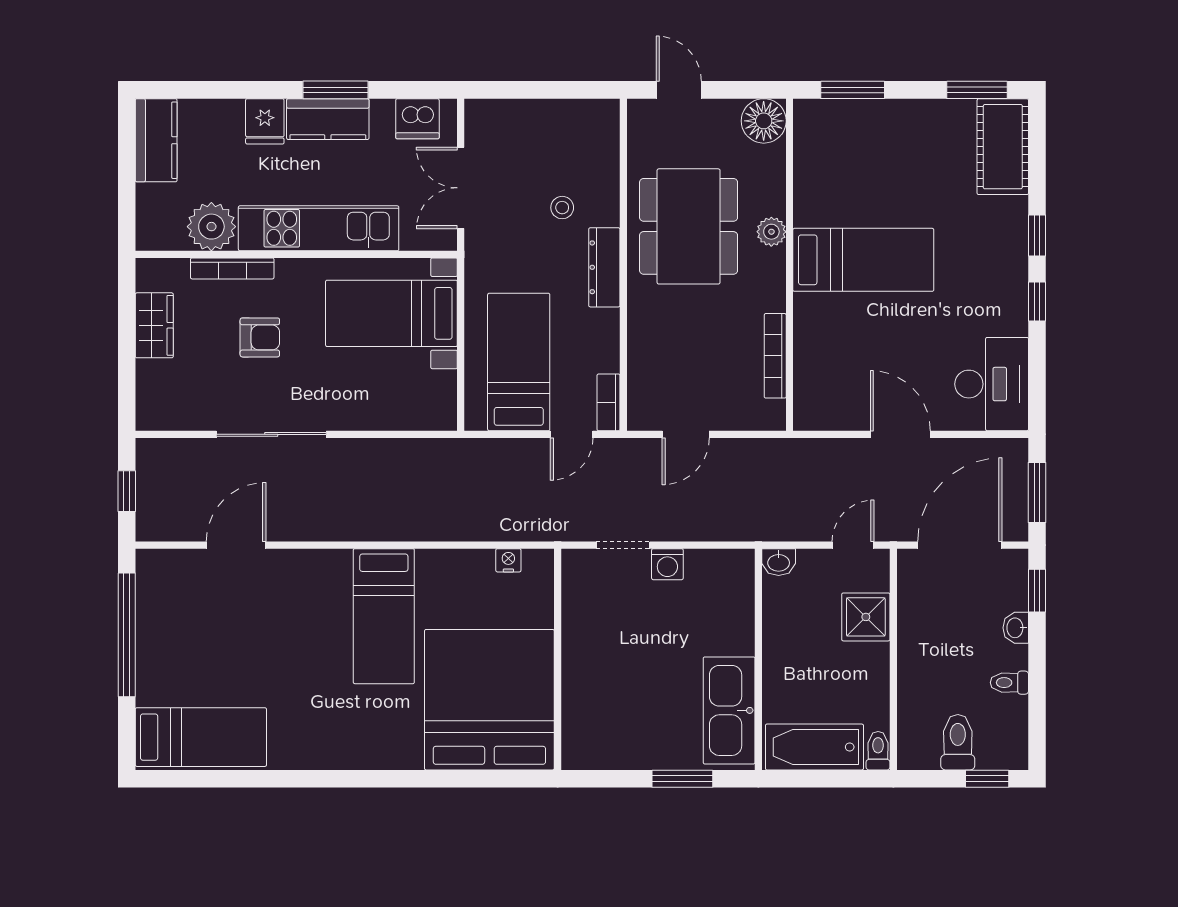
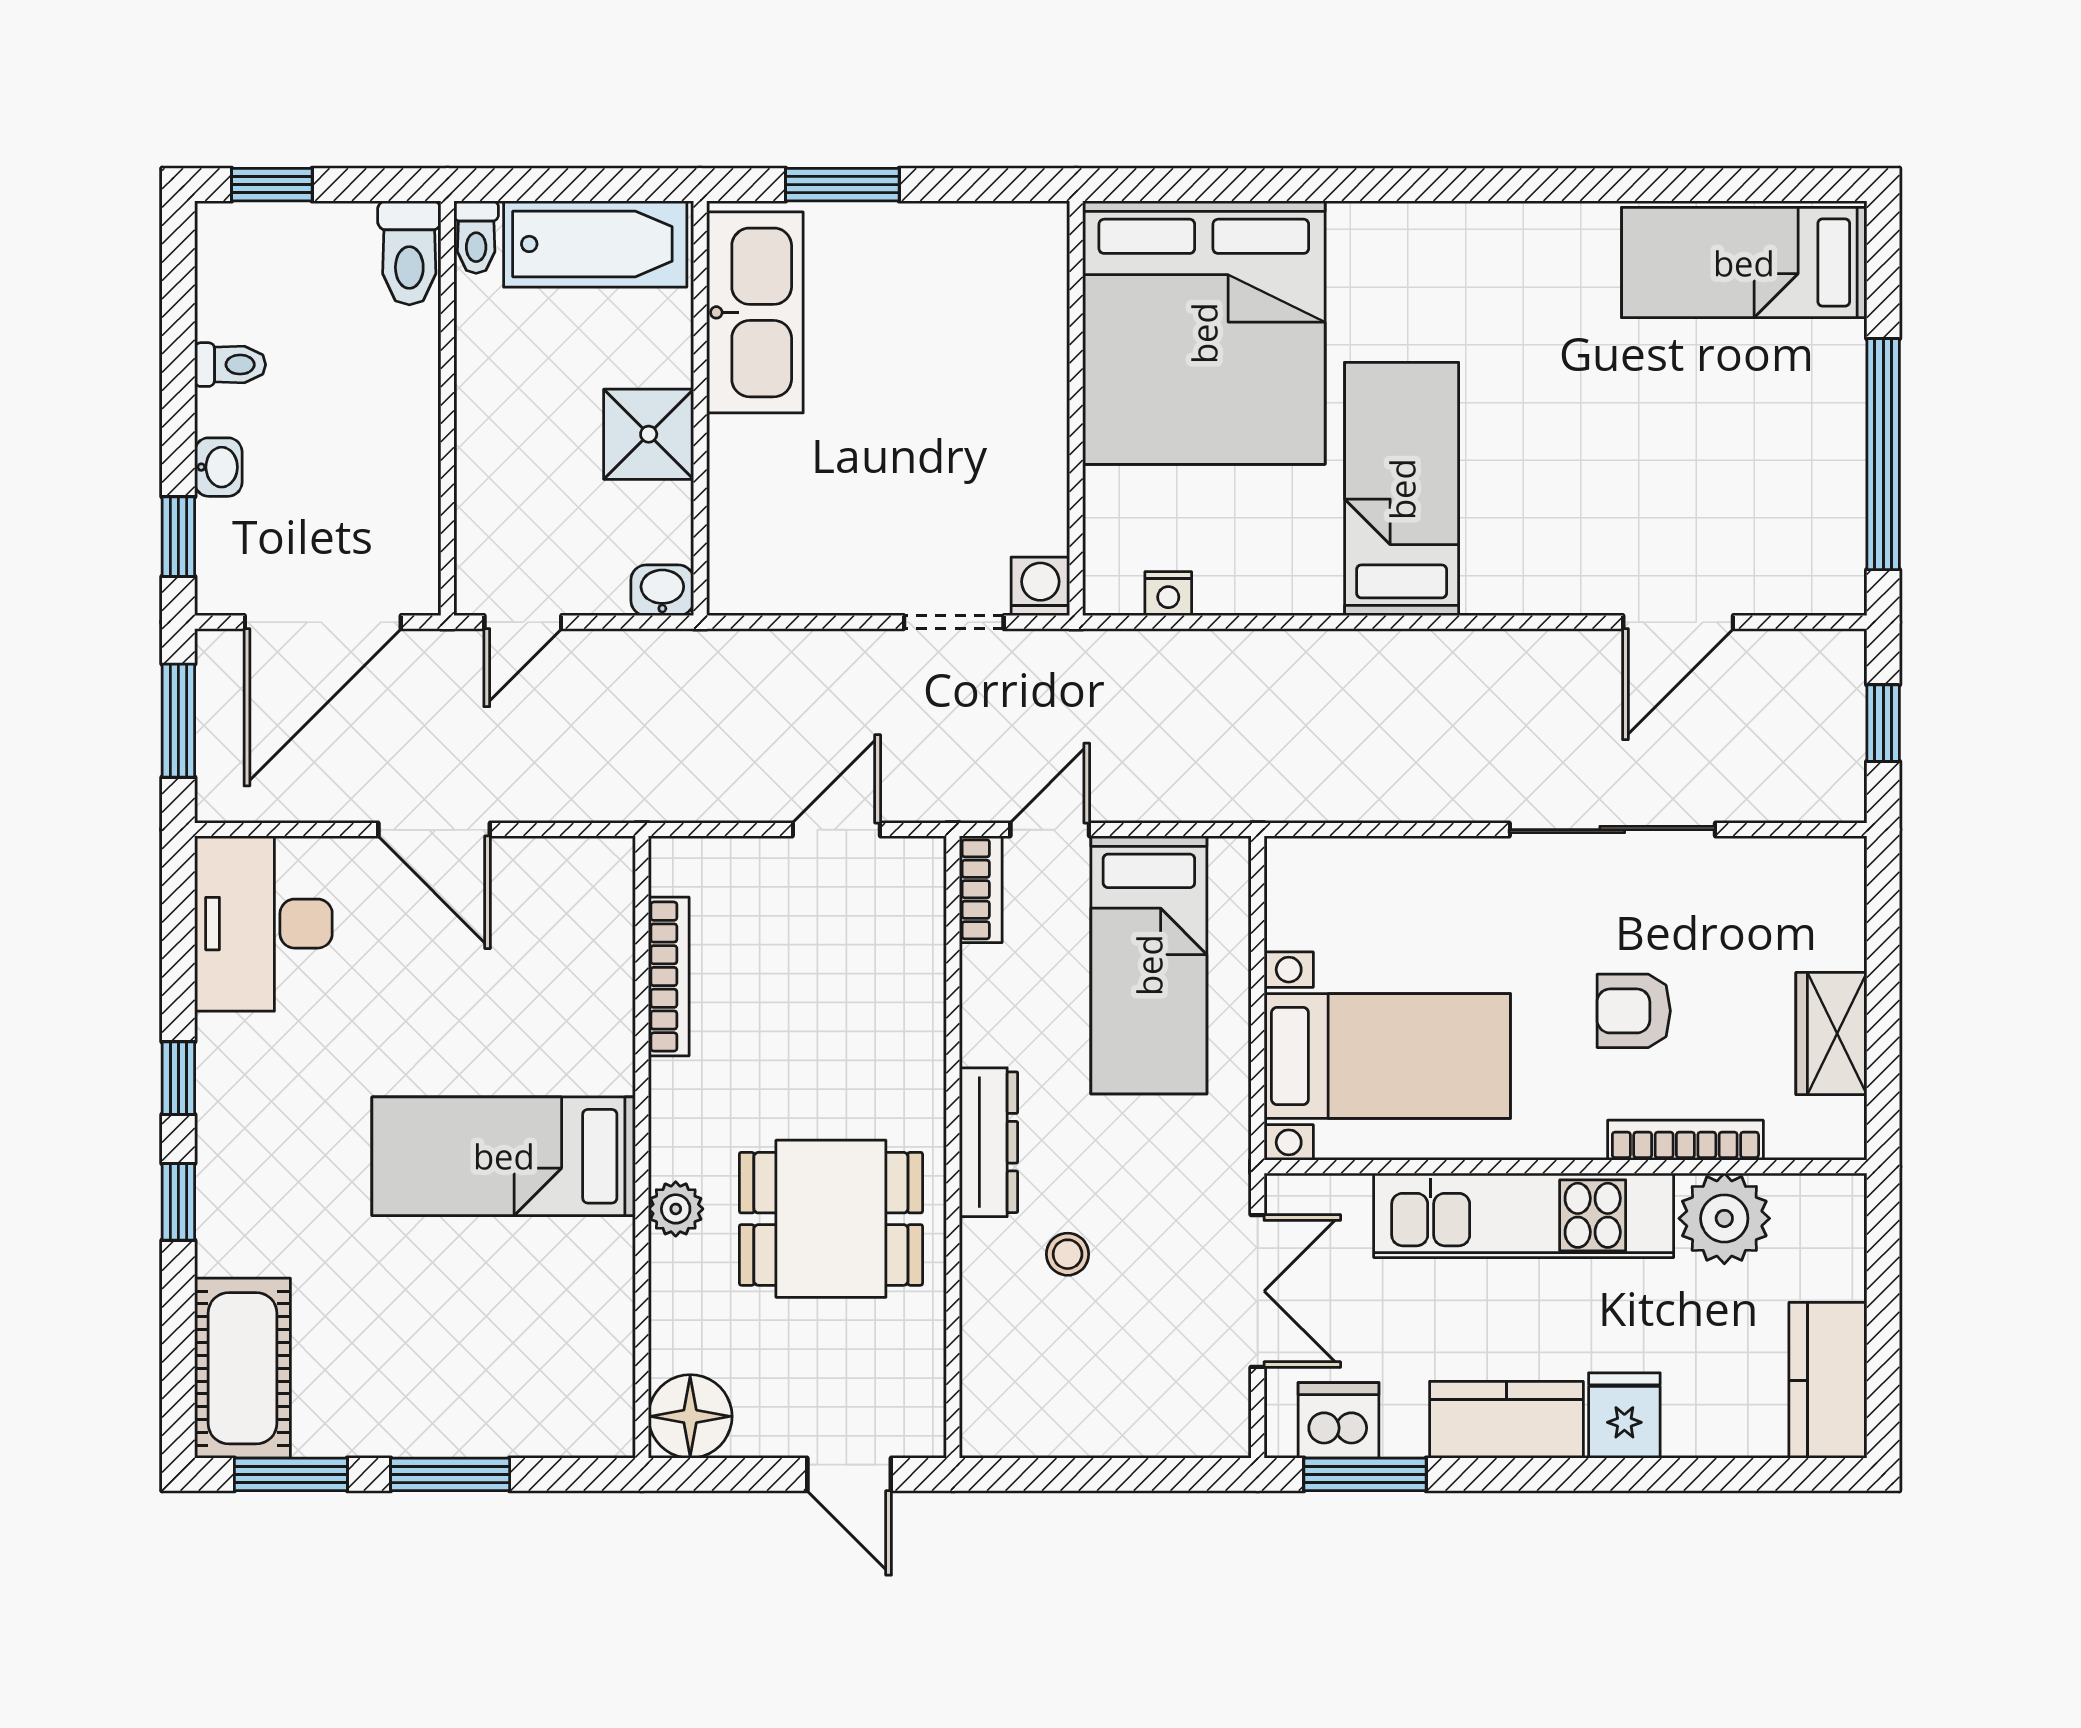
window: (335, 90) -> (1365, 1474), moved
window: (853, 90) -> (450, 1474), moved
dining table: (689, 226) -> (831, 1219), width x0.73
washing machine: (667, 564) -> (1040, 586), moved
shower: (866, 617) -> (649, 434), moved
toilet: (958, 742) -> (409, 253), moved

